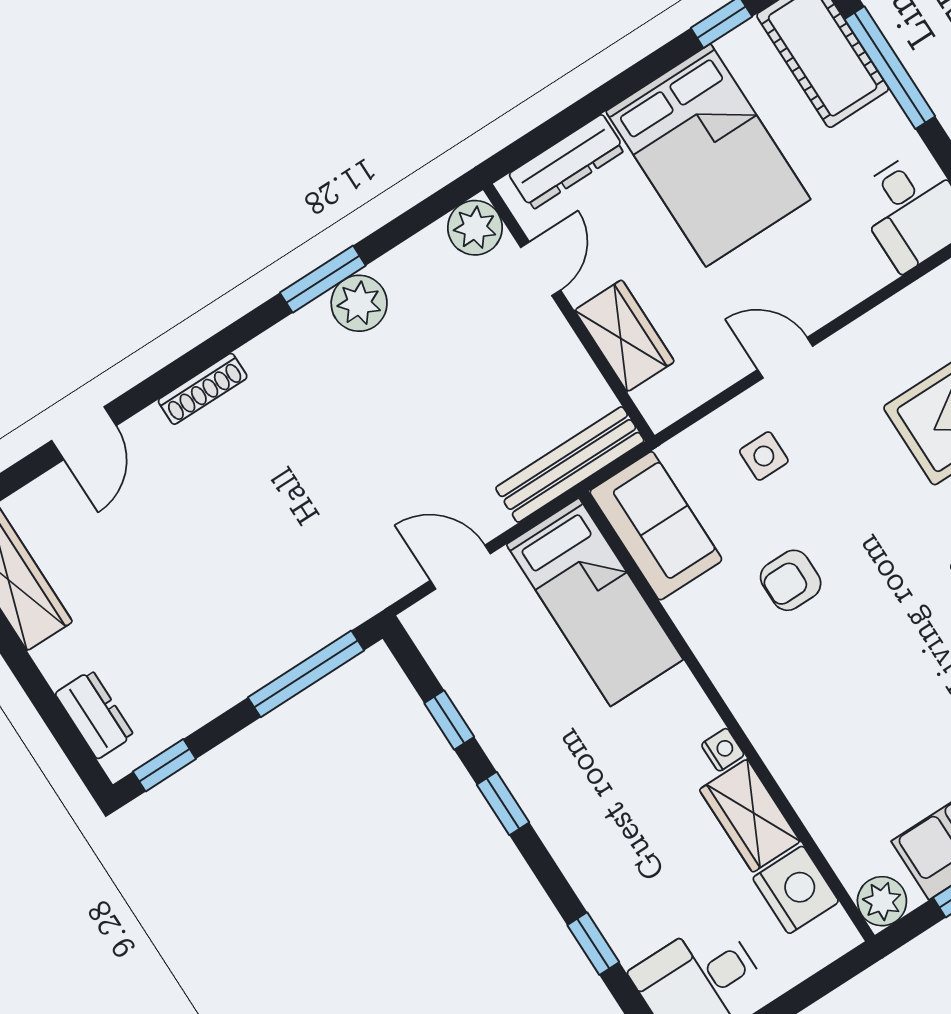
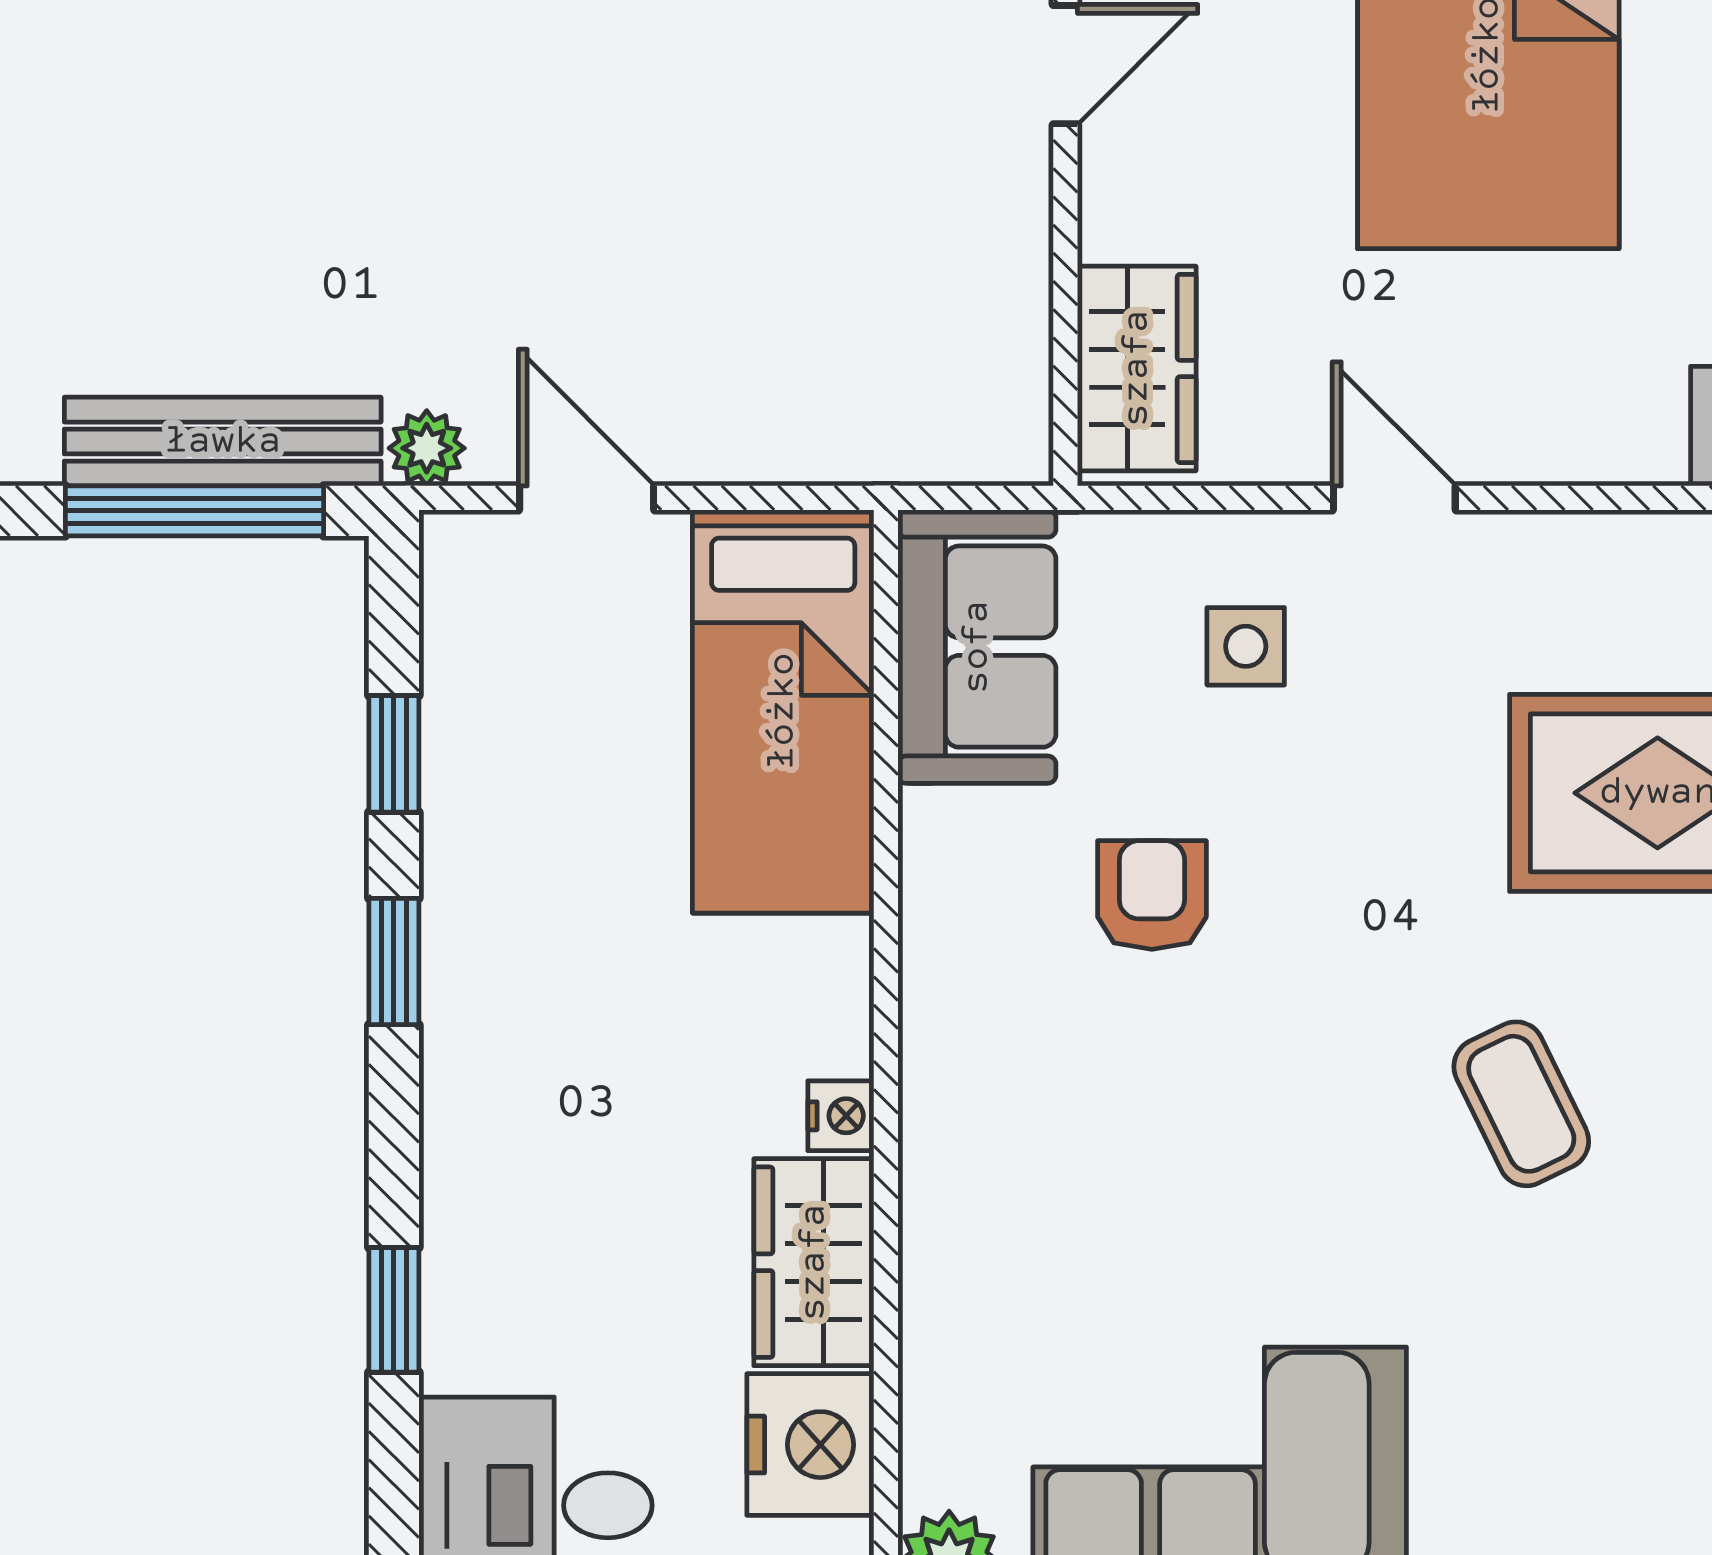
wardrobe: (624, 336) -> (1137, 368), moved
bench: (570, 464) -> (223, 442), moved
armchair: (791, 580) -> (1152, 895), turned 90
plant: (383, 589) -> (427, 448), added

